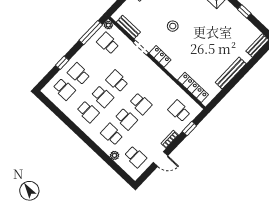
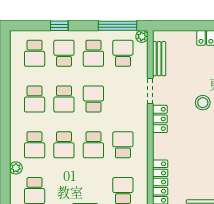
school desk: (93, 59) -> (93, 53), added
school desk: (155, 88) -> (123, 145), added
school desk: (112, 134) -> (35, 145), turned 180

